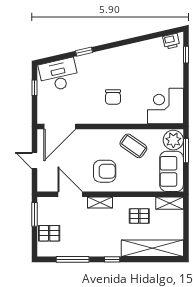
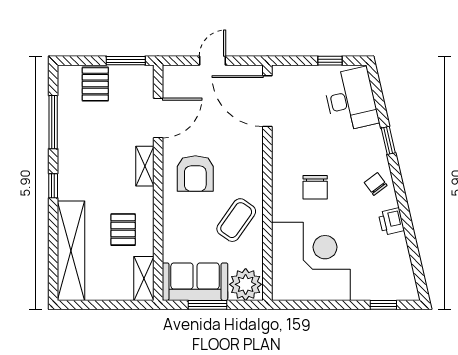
printer: (171, 41) -> (391, 222), moved
chair: (111, 59) -> (376, 184), added
chair: (113, 97) -> (315, 187), turned -90
corner desk: (165, 106) -> (311, 261), width x1.36, depth x1.36
window: (186, 151) -> (207, 305), moved

